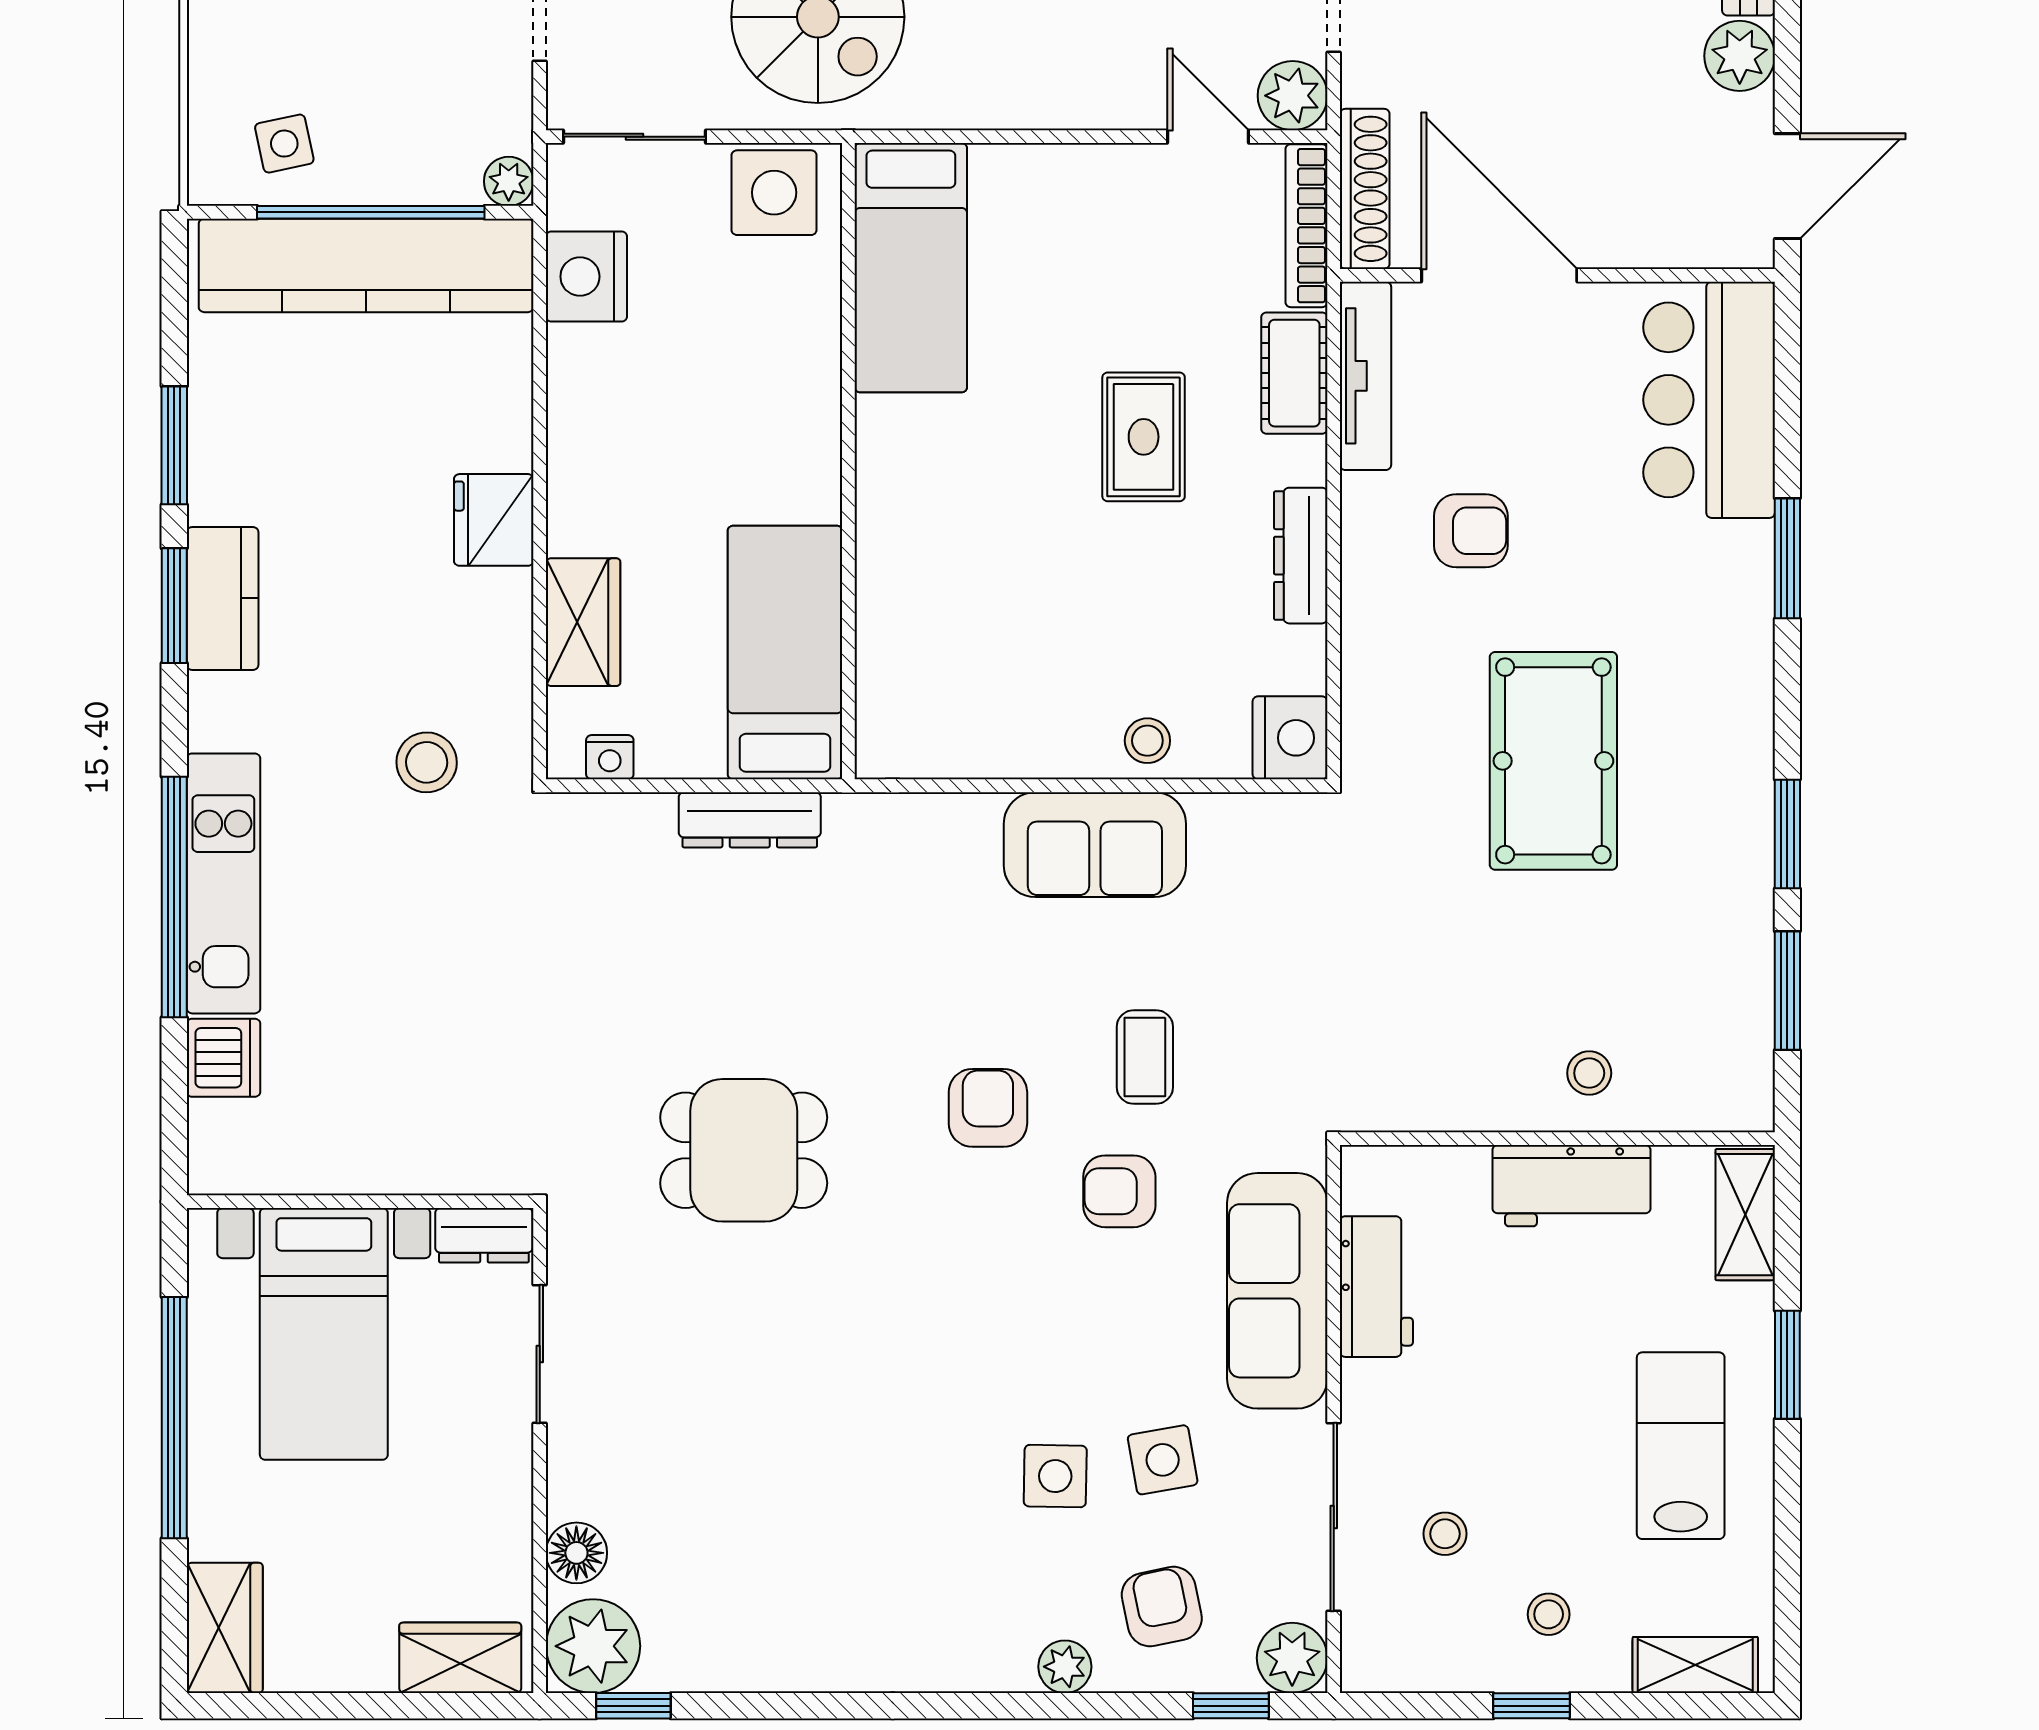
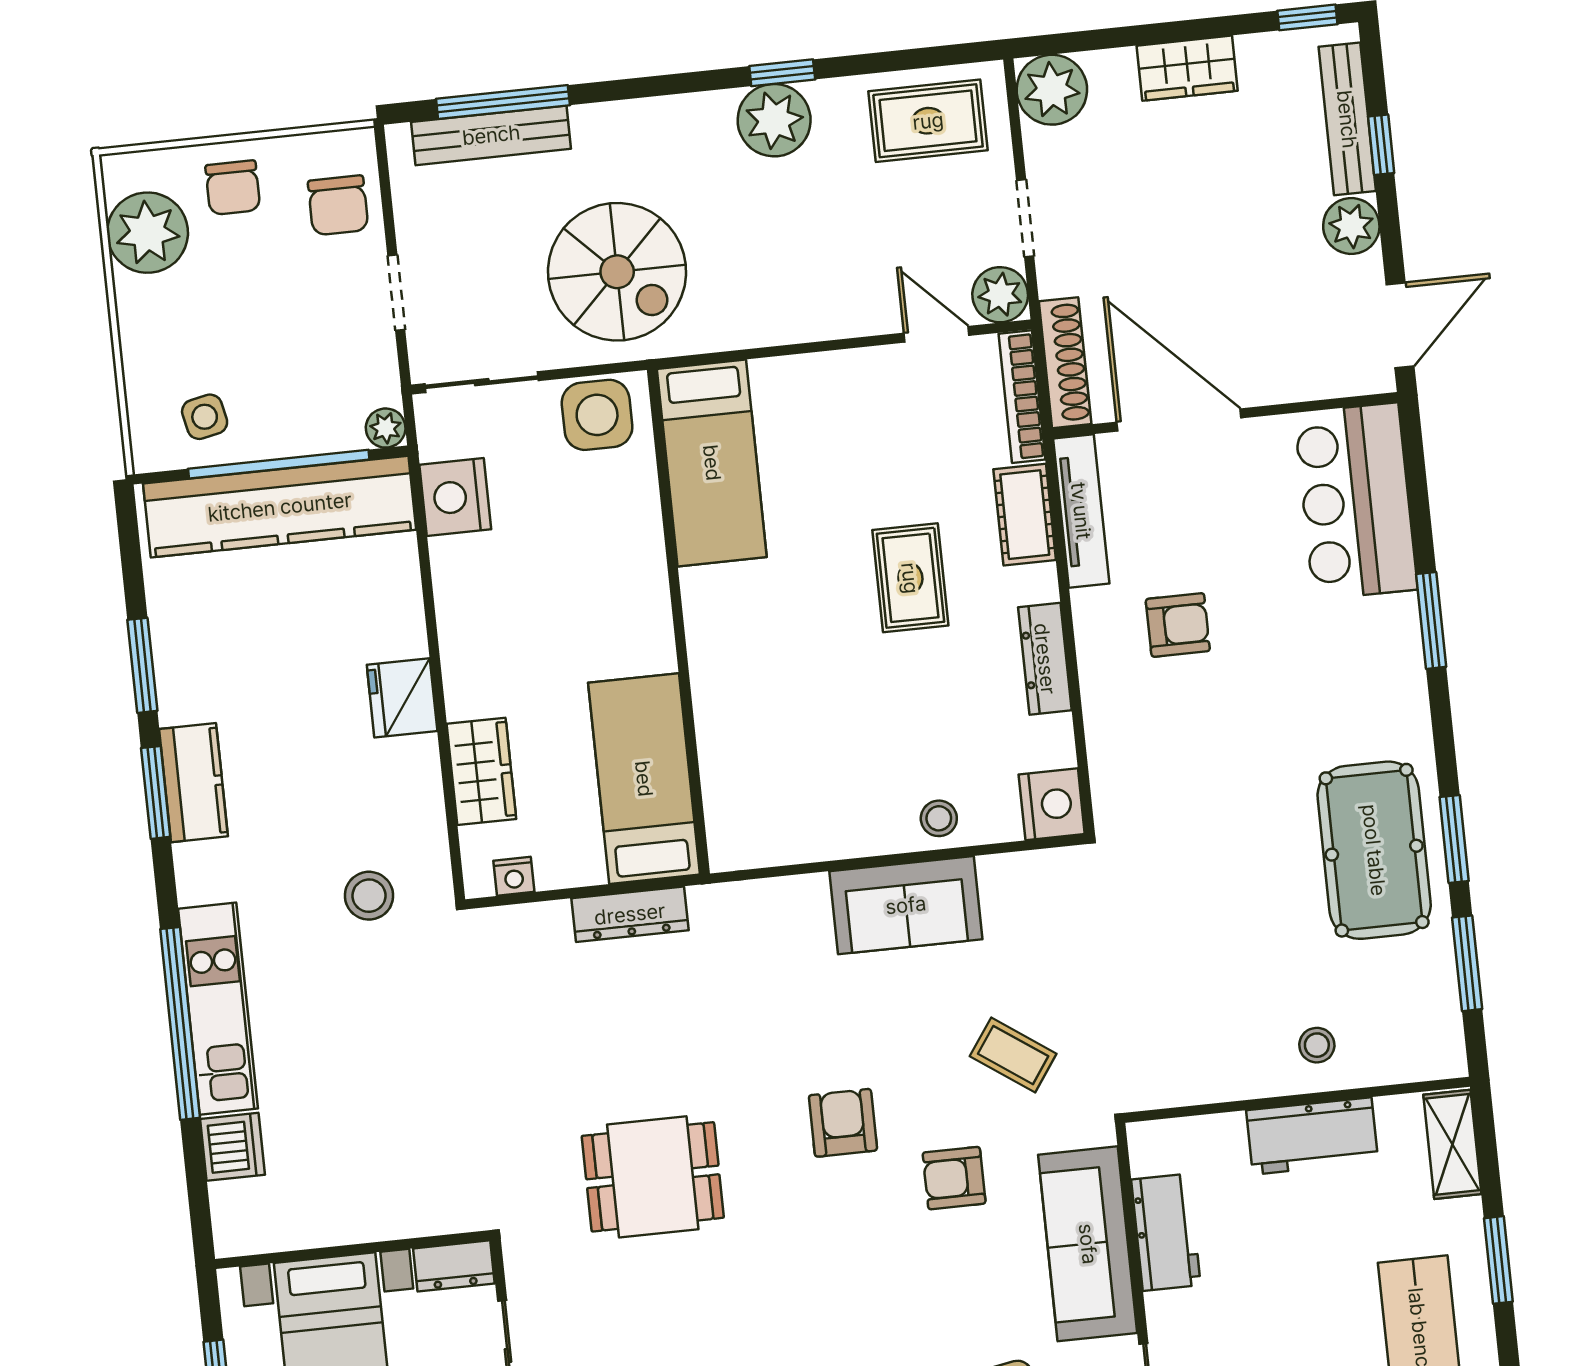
pool table: (1553, 761) -> (1374, 850), moved
coffee table: (1145, 1057) -> (1013, 1055), moved, turned -55

